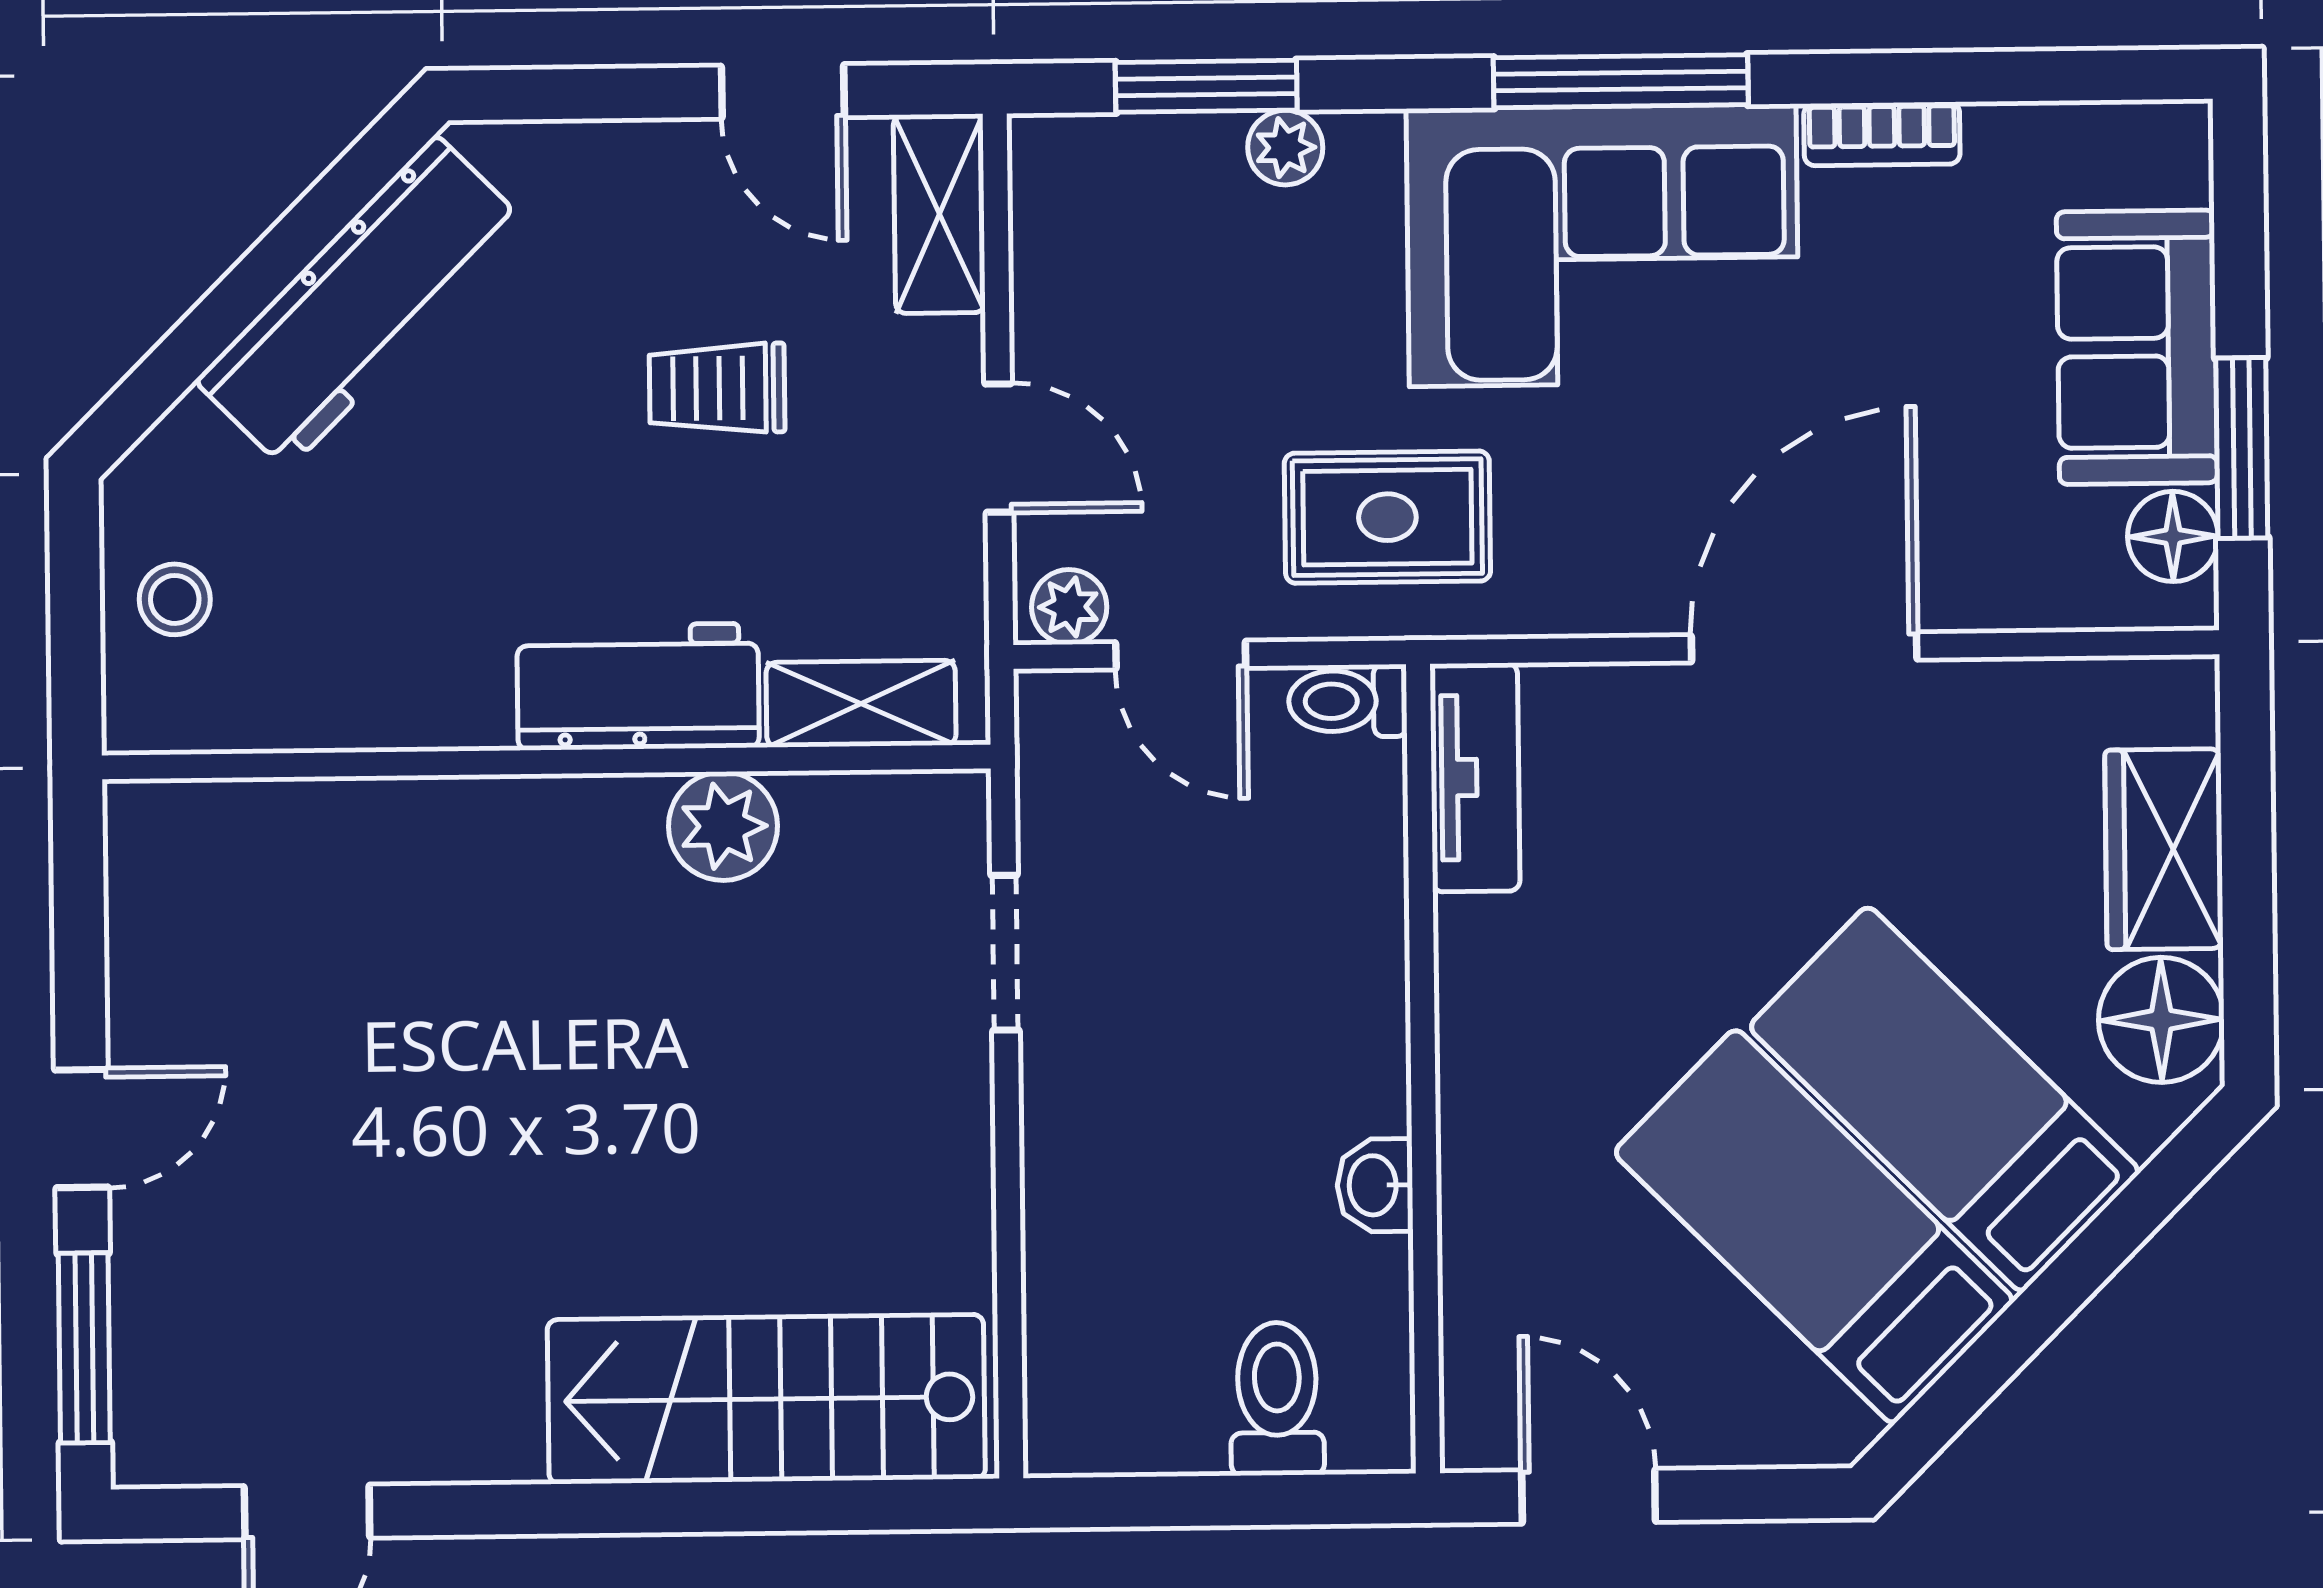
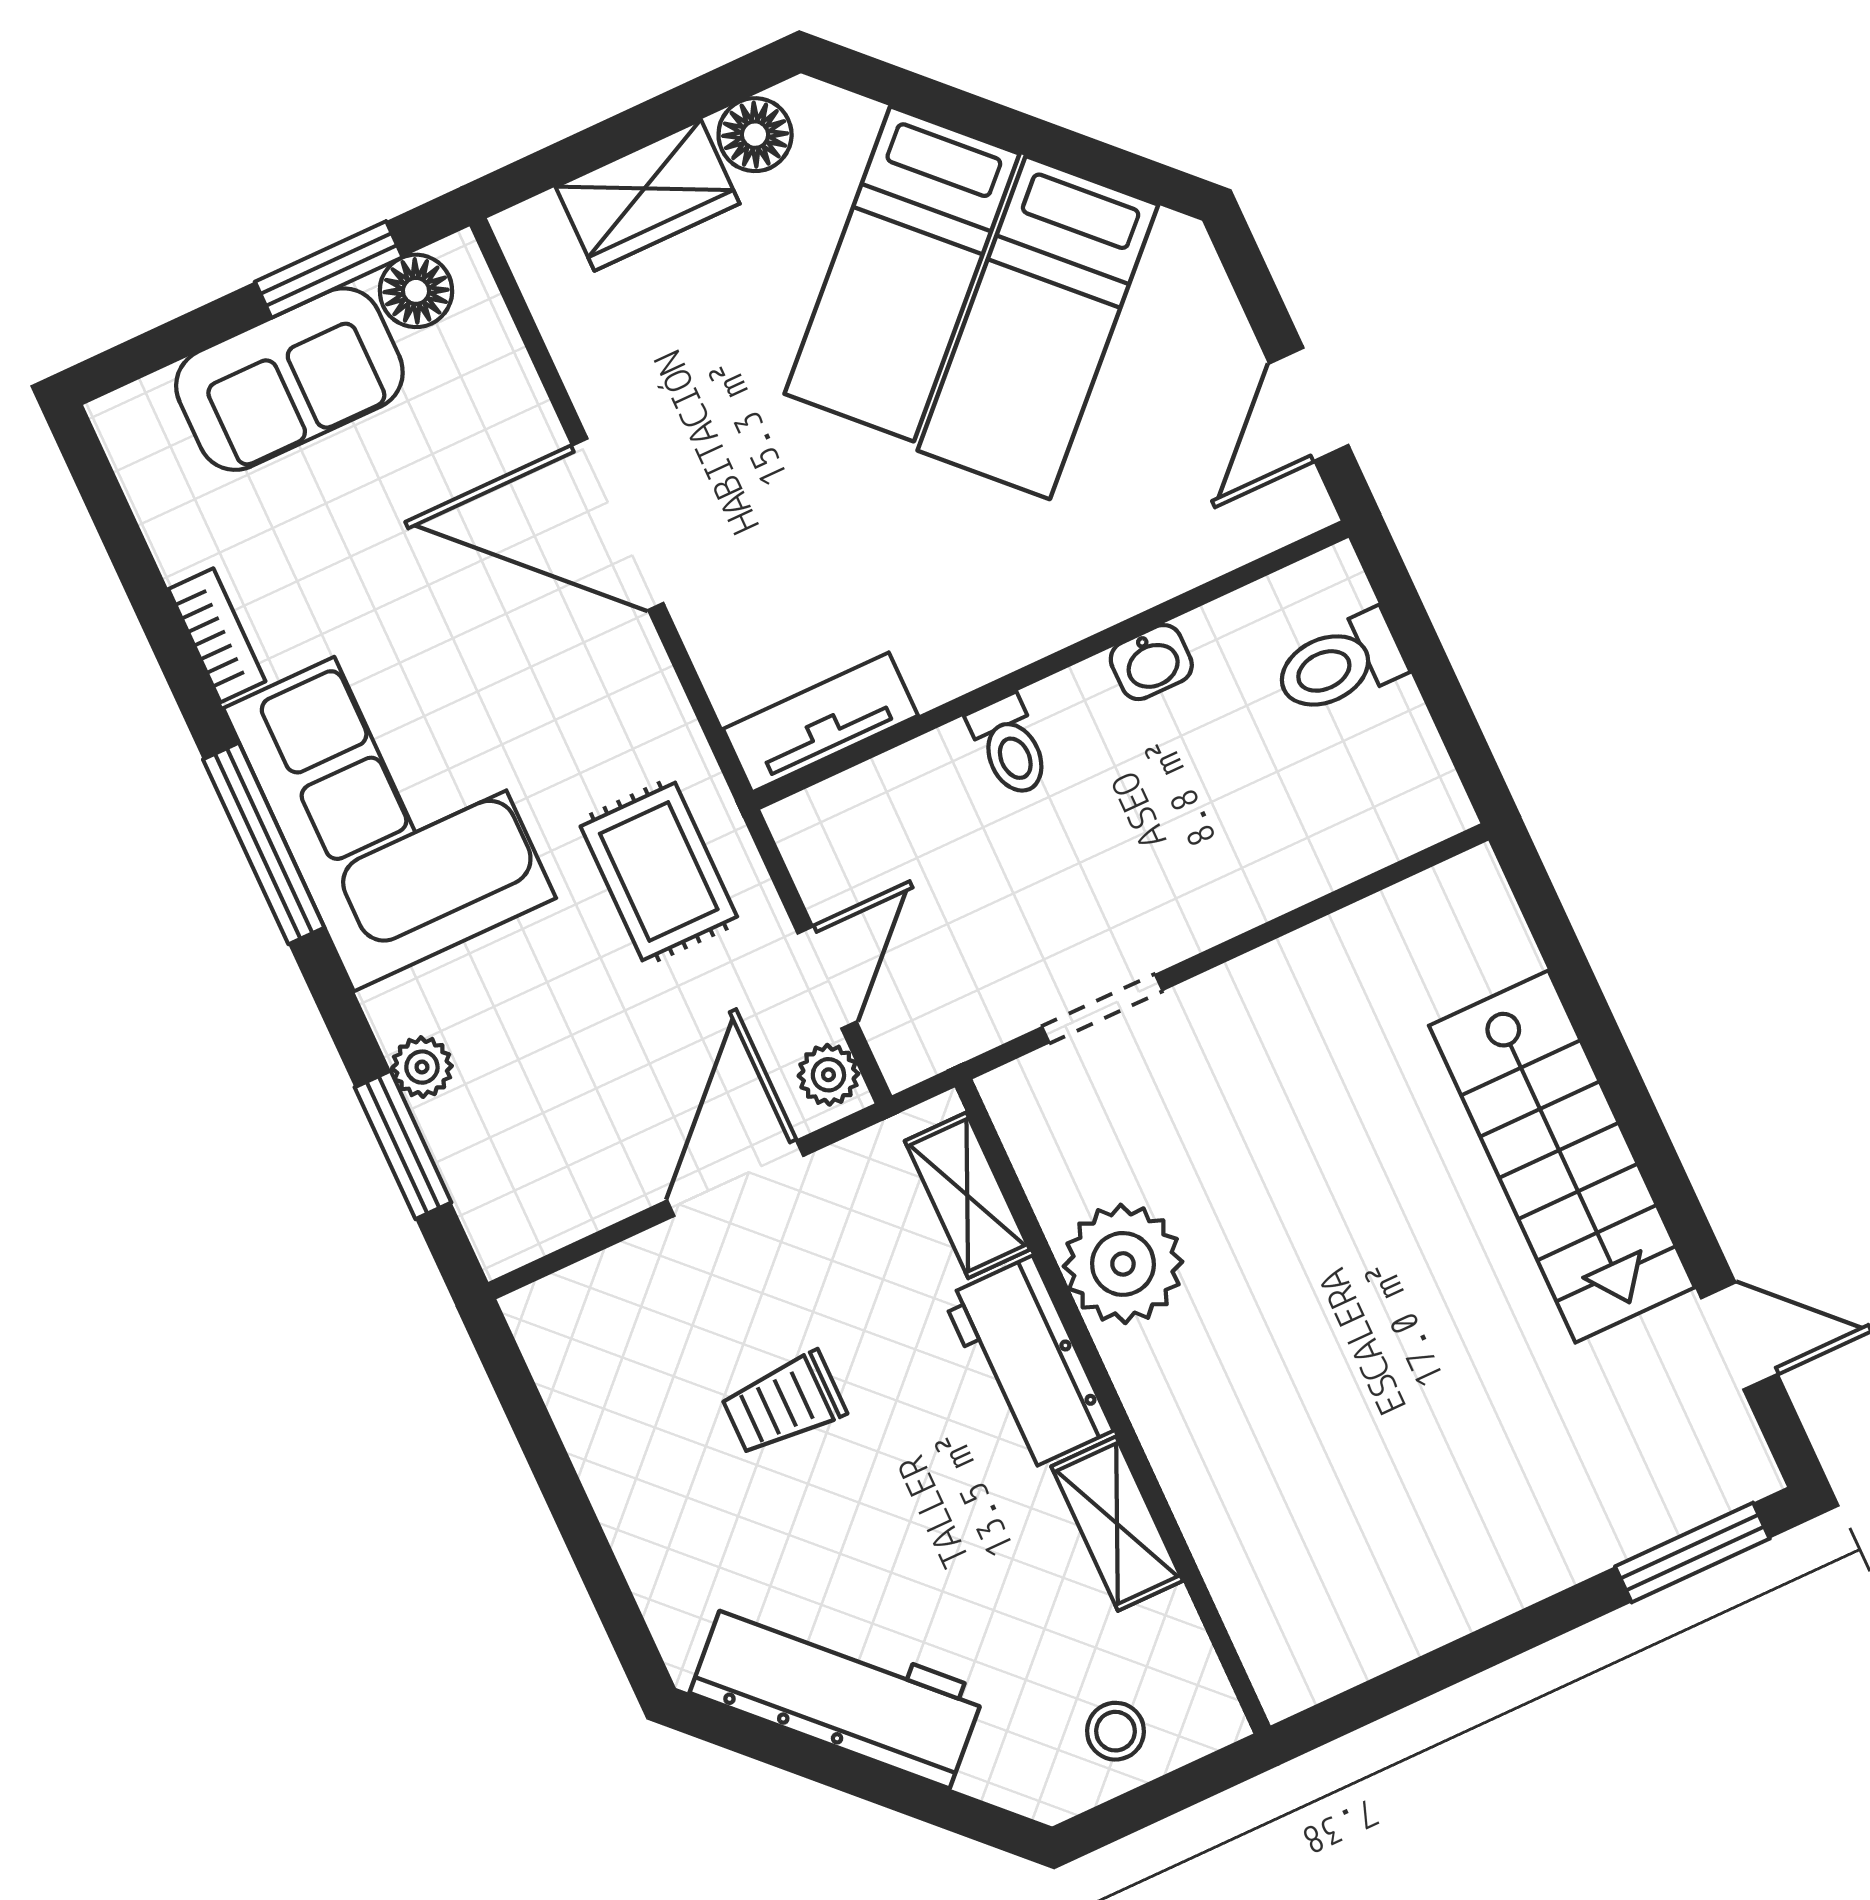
door: (783, 91) -> (545, 1453), removed
shelving: (939, 214) -> (1117, 1524), moved, turned 90
trolley: (717, 388) -> (784, 1404), turned 90
door: (999, 448) -> (735, 1178), width x1.38
toilet: (1348, 701) -> (1010, 746), moved
plant: (723, 826) -> (1123, 1264), width x1.36, depth x1.36
floor lamp: (2161, 1020) -> (755, 135), width x0.73, depth x0.73
door: (82, 1128) -> (1533, 1626), removed
stairs: (766, 1399) -> (1562, 1157), moved

